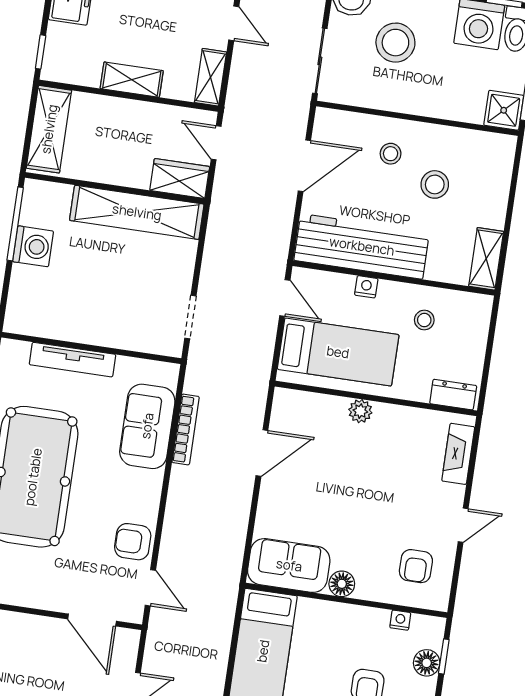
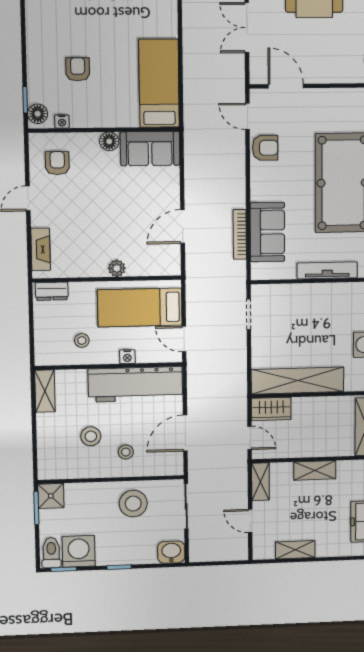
stool: (395, 43) -> (133, 504), moved
floor lamp: (427, 663) -> (38, 114), moved

